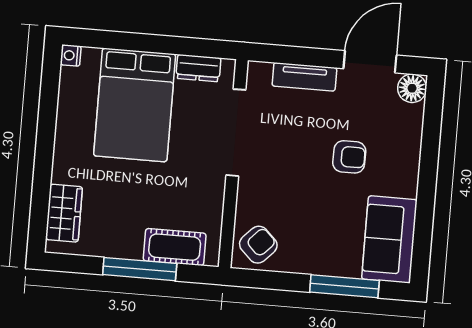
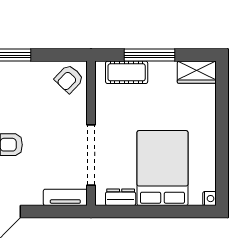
tv unit: (304, 77) -> (65, 197), moved
wardrobe: (64, 213) -> (197, 72), moved, turned -90

